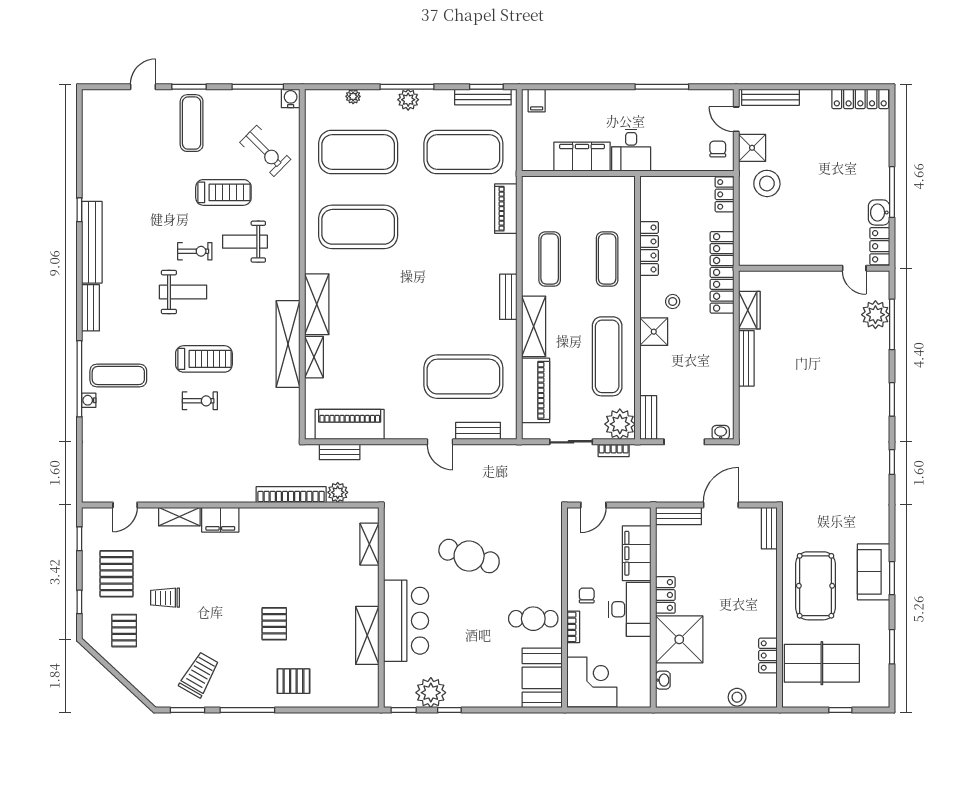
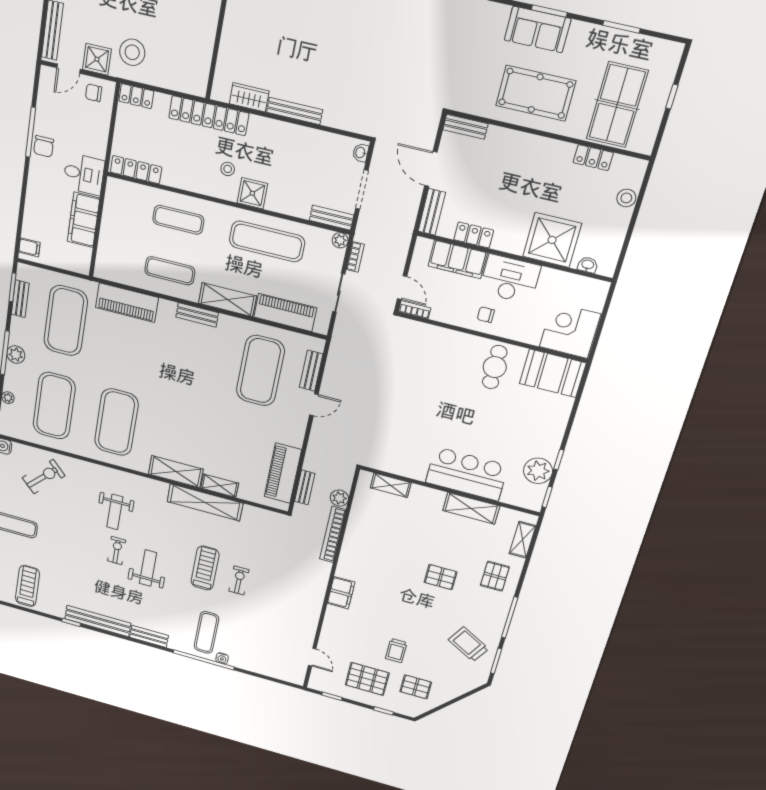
bench: (483, 97) -> (20, 299), width x0.73
chair: (650, 103) -> (44, 146), added
treadmill: (223, 192) -> (27, 586), moved
piano: (506, 209) -> (127, 303), width x1.37, depth x1.33
locker: (649, 248) -> (136, 170), moved
plant: (620, 424) -> (340, 240), width x0.53, depth x0.53
shelving: (179, 517) -> (523, 540), moved
cafe table: (469, 556) -> (422, 407), removed
locker: (665, 595) -> (474, 235), moved
bookcase: (573, 627) -> (415, 310), moved

